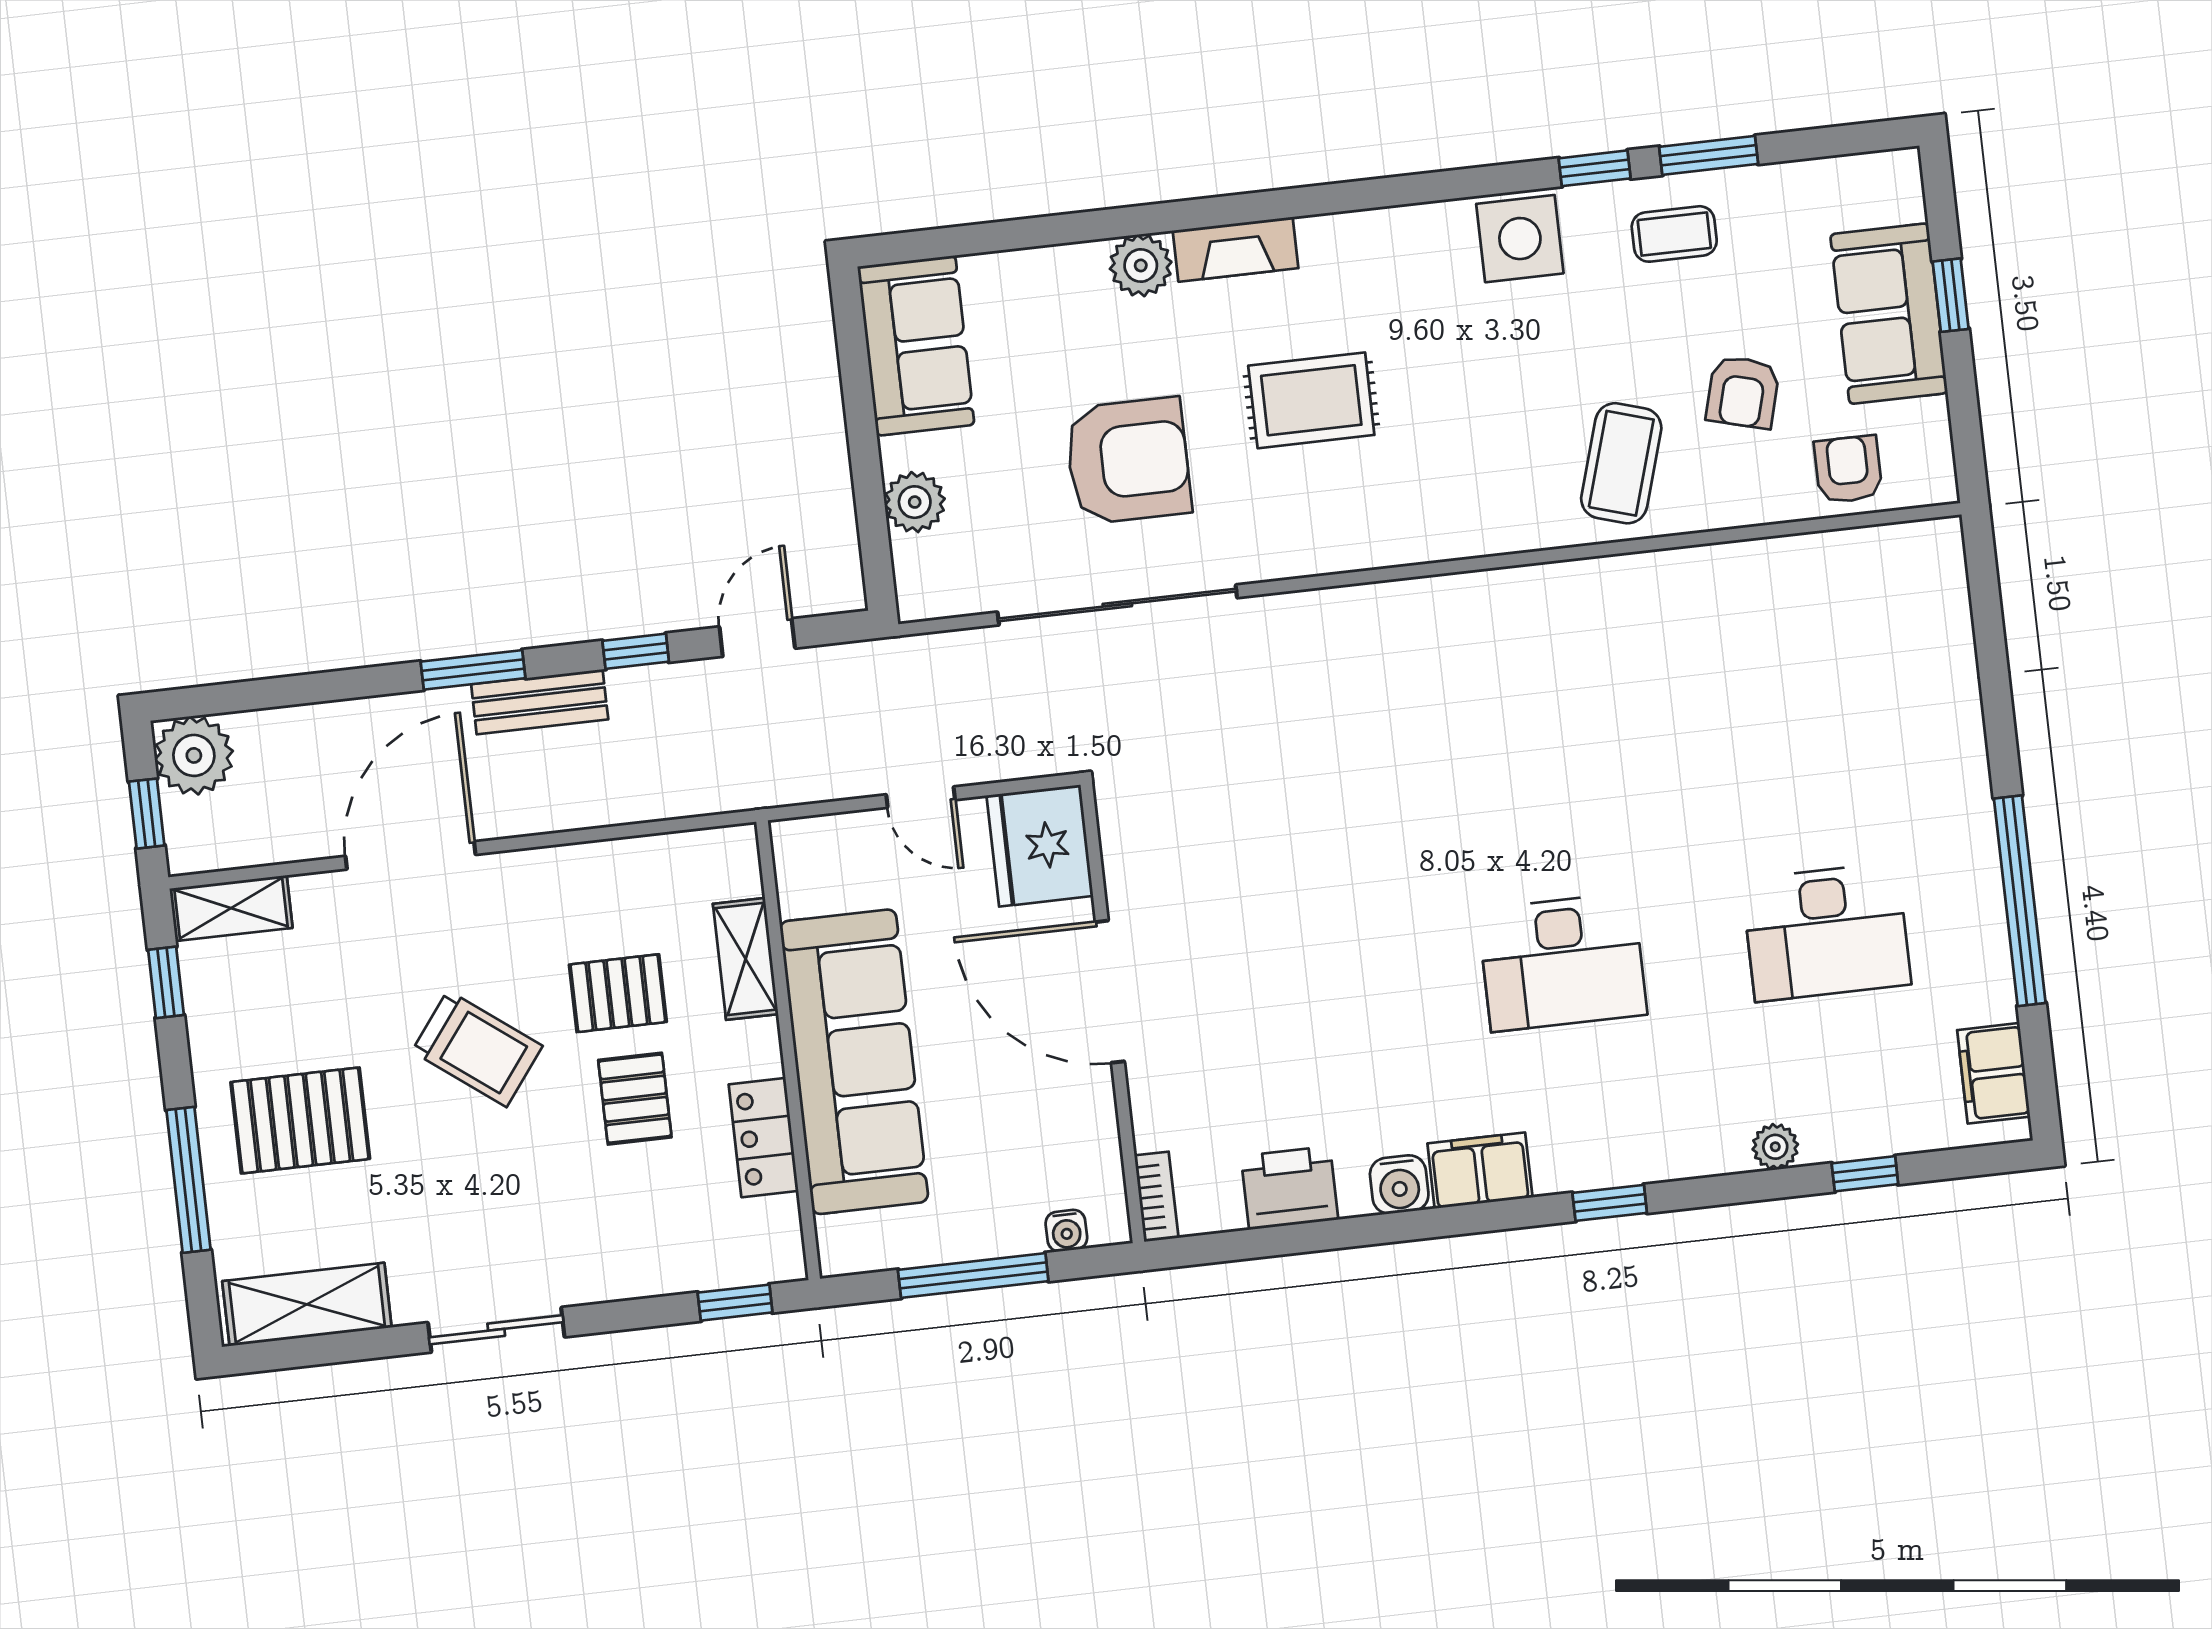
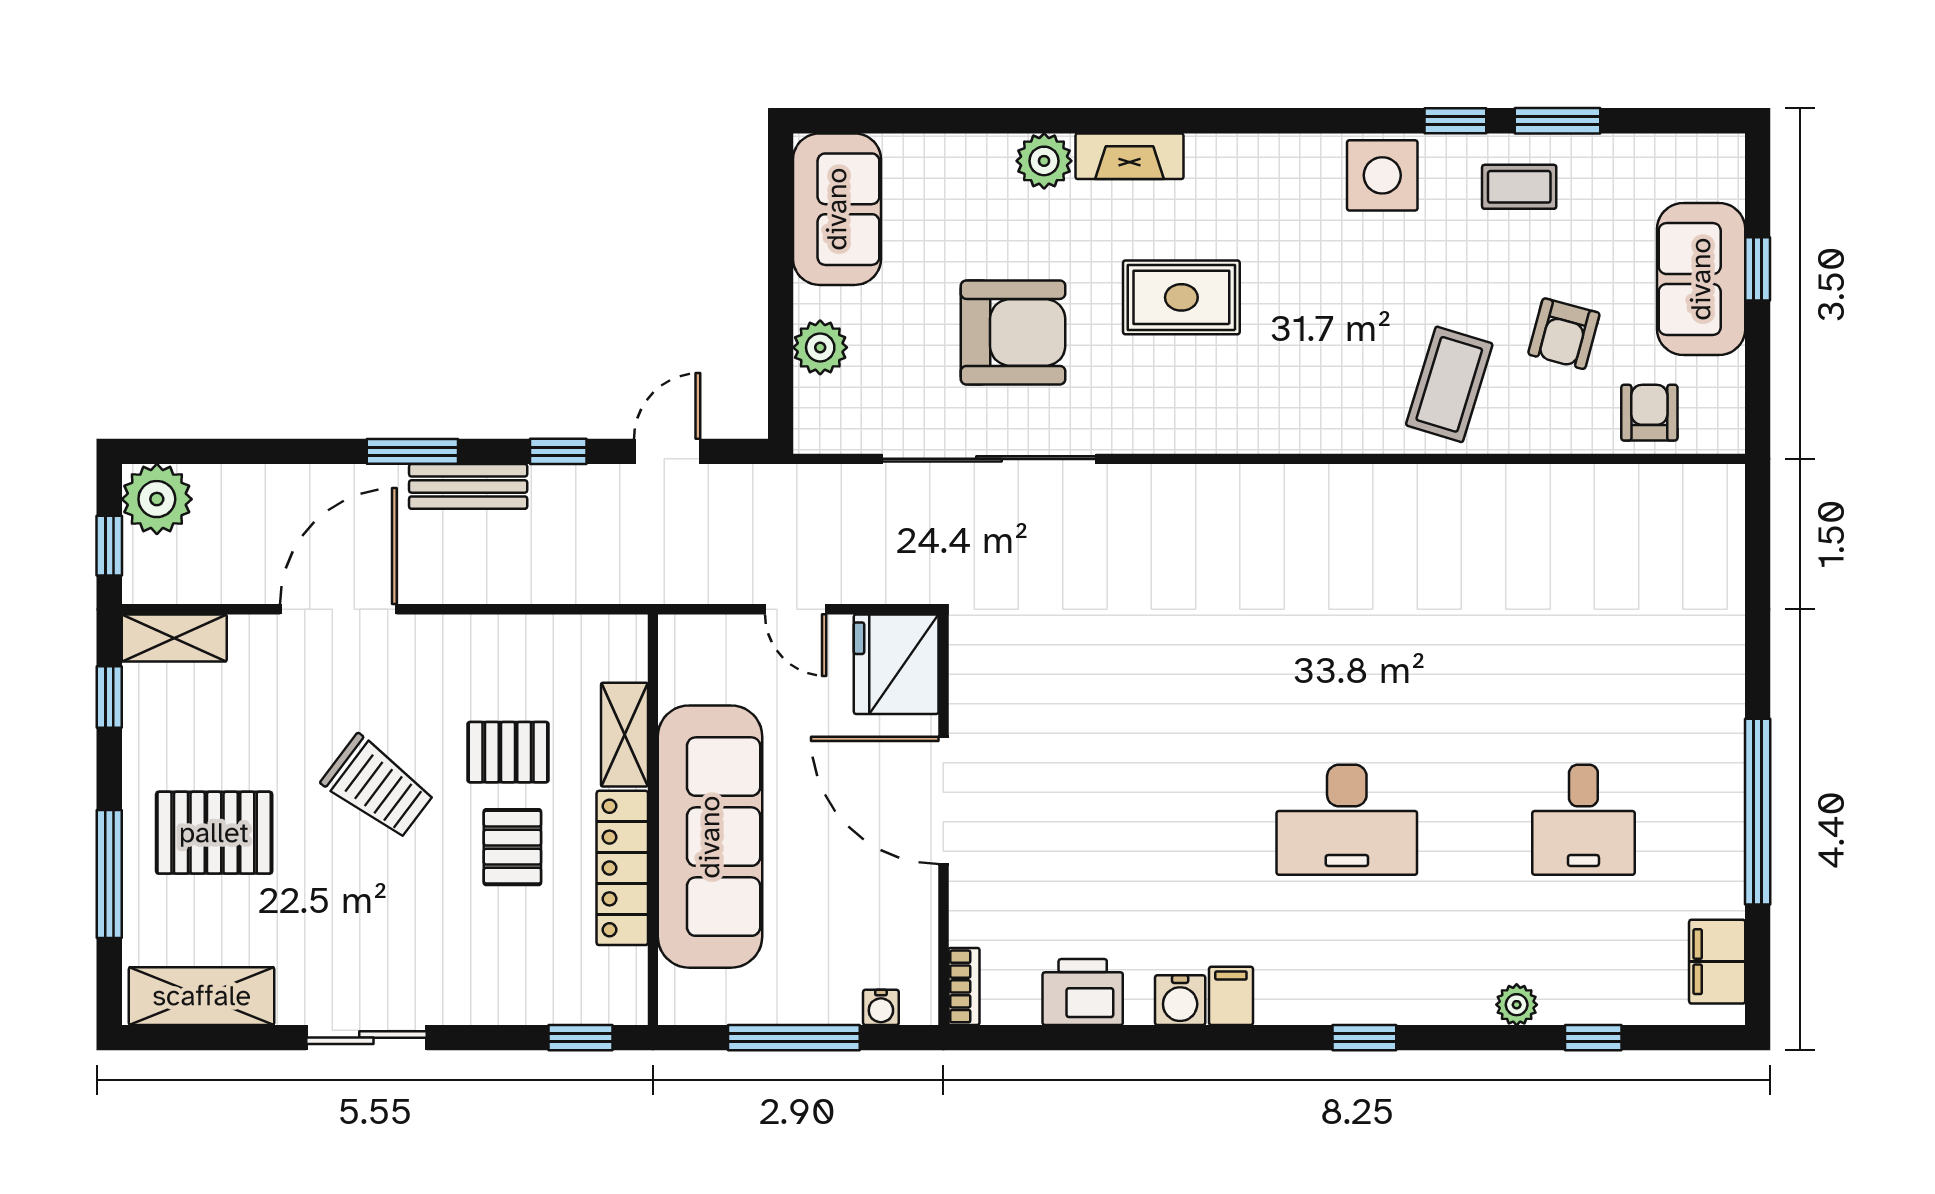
desk: (1826, 932) -> (1583, 820), width x0.73
locker: (763, 1138) -> (622, 868), width x1.53
filing cabinet: (1480, 1171) -> (1231, 996), width x0.50

